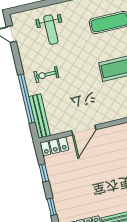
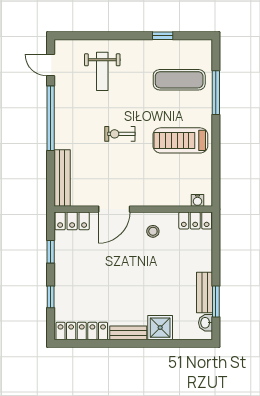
exercise bike: (46, 75) -> (120, 134), moved
window: (26, 99) -> (51, 118), moved
stool: (117, 140) -> (153, 231), added

